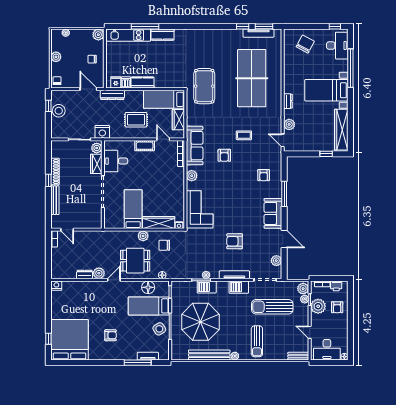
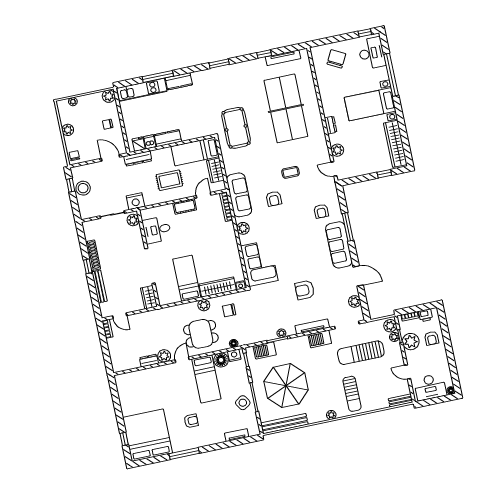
window: (264, 26) -> (219, 64), moved
door: (163, 139) -> (204, 195), hinge flipped
wardrobe: (96, 164) -> (149, 297), moved
sofa: (273, 213) -> (339, 245), width x1.36
nightstand: (56, 286) -> (234, 355), moved
barbecue: (207, 287) -> (265, 350), moved
bed: (149, 306) -> (206, 379), moved, turned -90
bench: (209, 355) -> (285, 424), moved
window: (138, 363) -> (184, 454), moved

